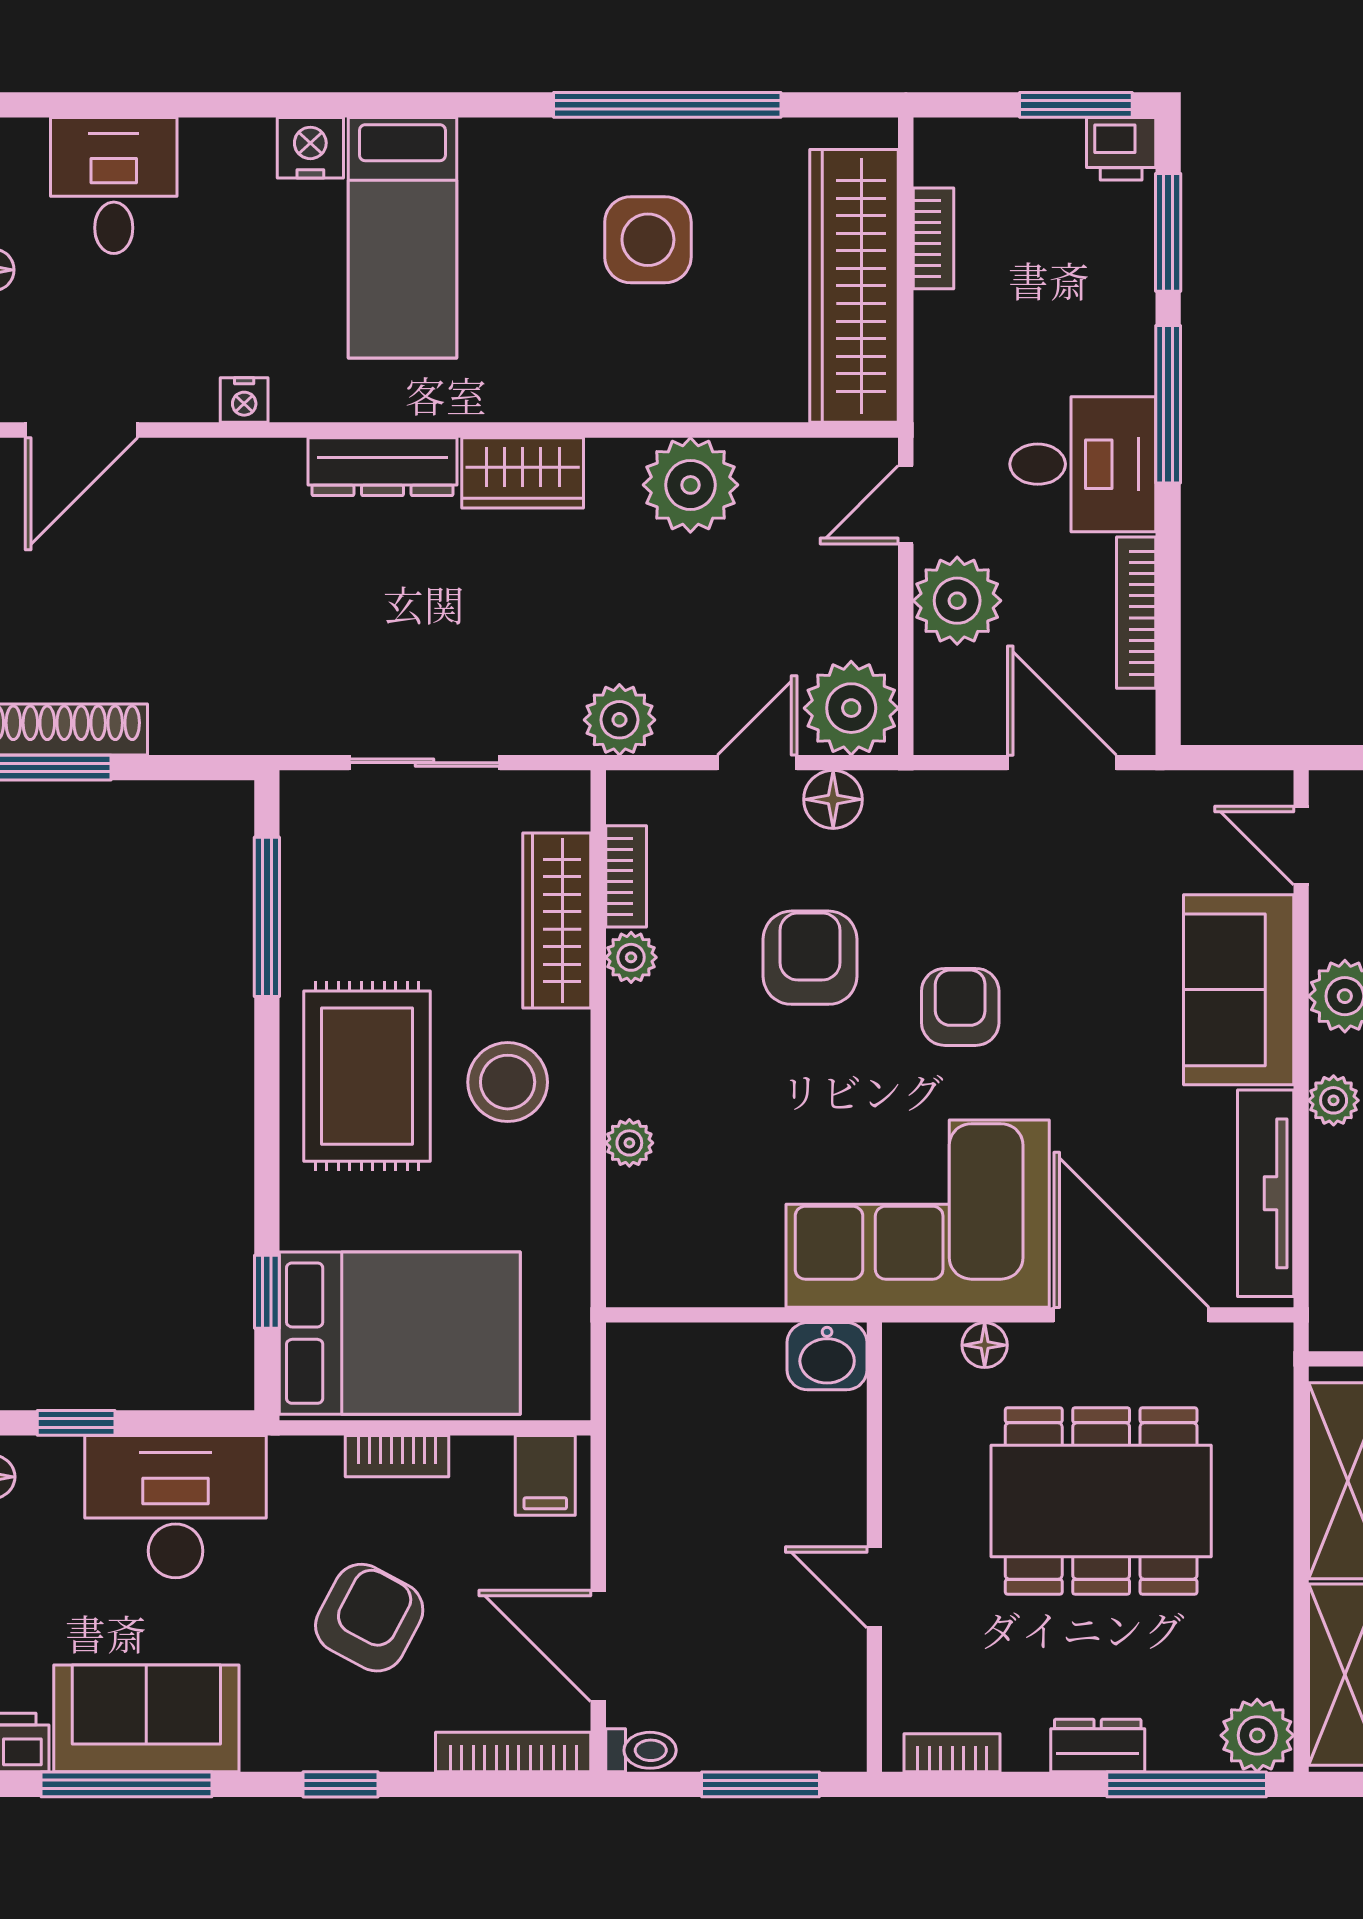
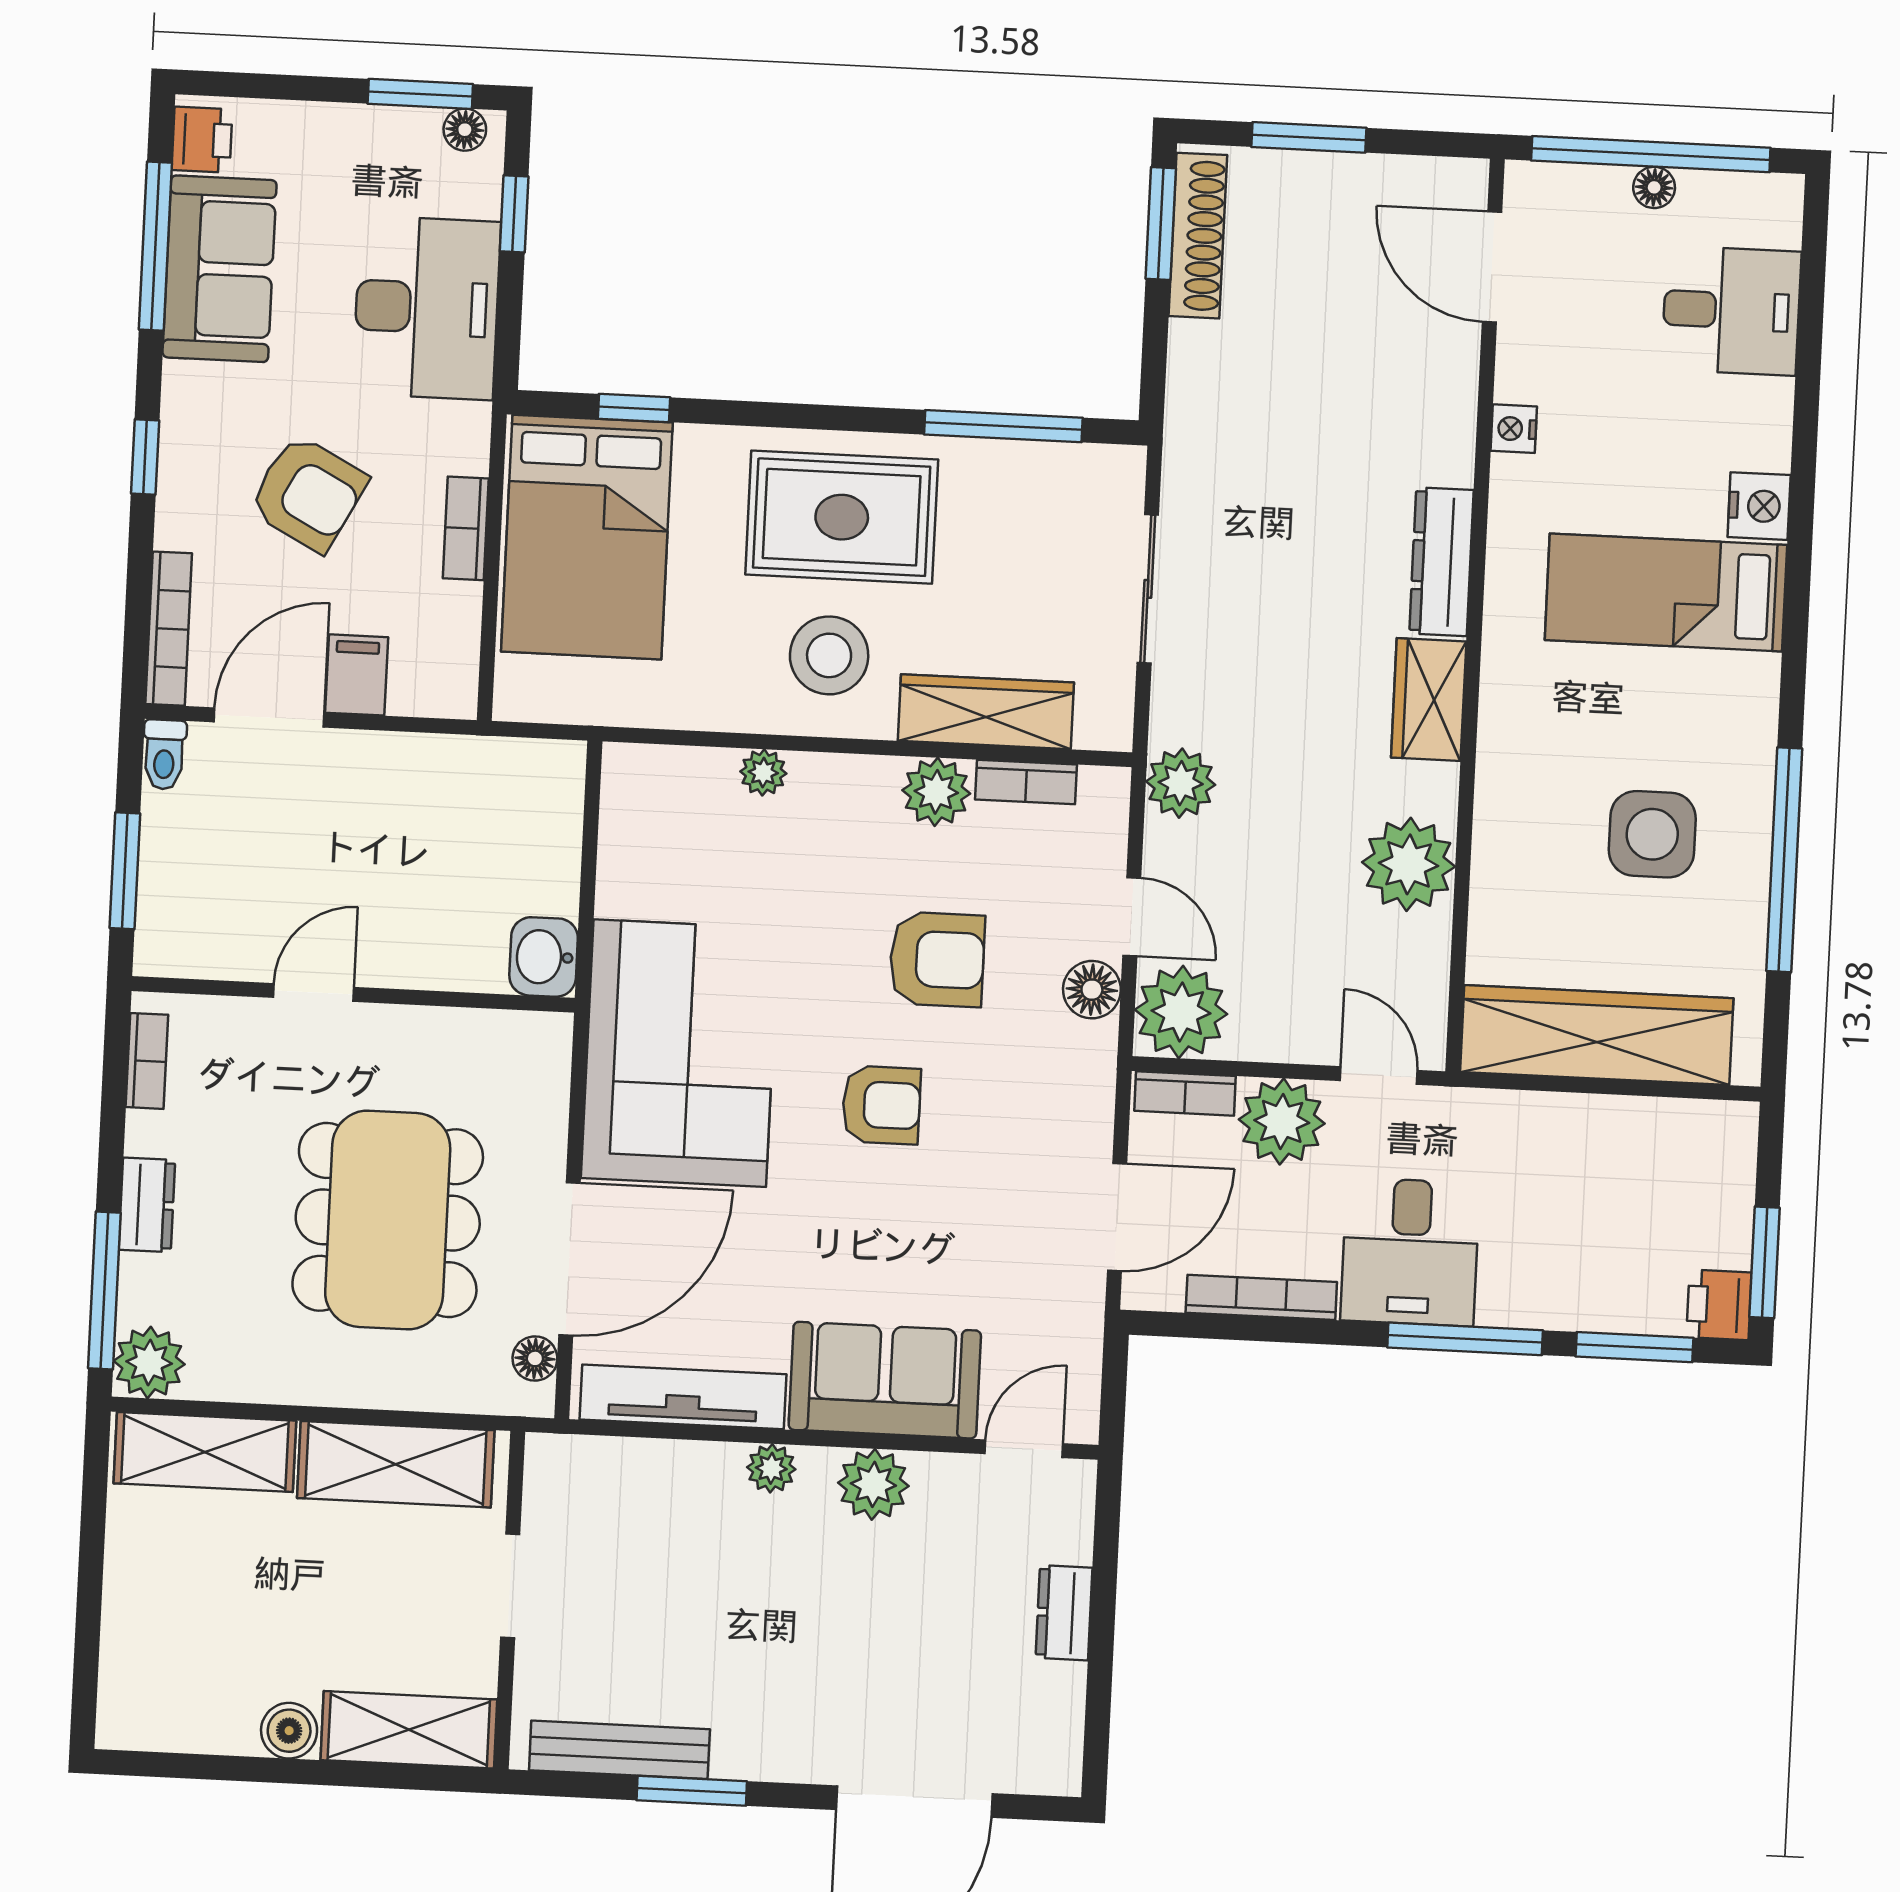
bookcase: (933, 238) -> (1185, 1093), moved
plant: (631, 957) -> (936, 792), width x1.38, depth x1.38
floor lamp: (985, 1345) -> (535, 1358), moved
filing cabinet: (545, 1475) -> (357, 675), moved, turned 90

